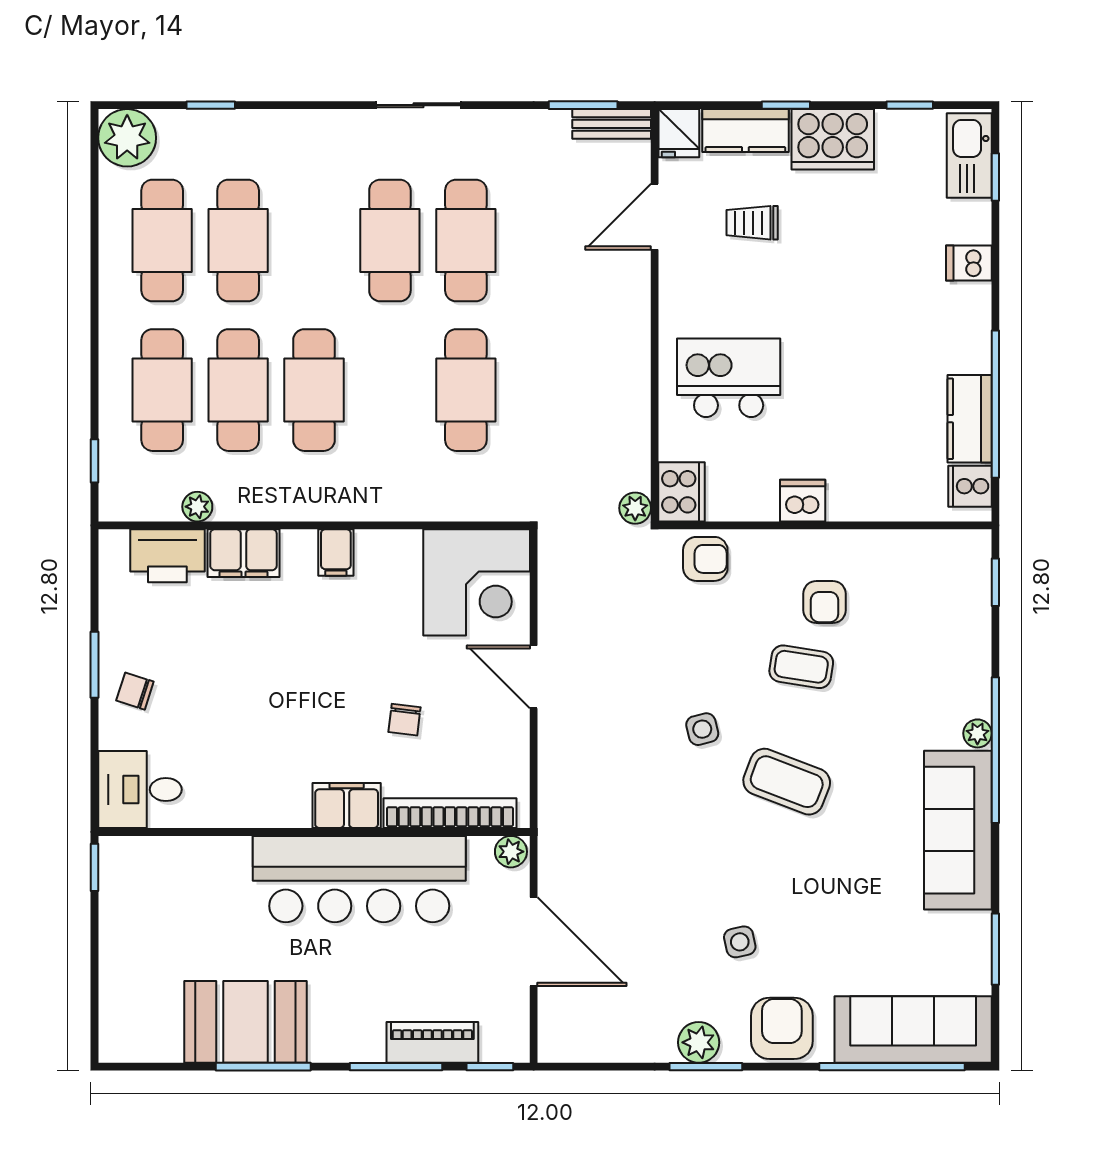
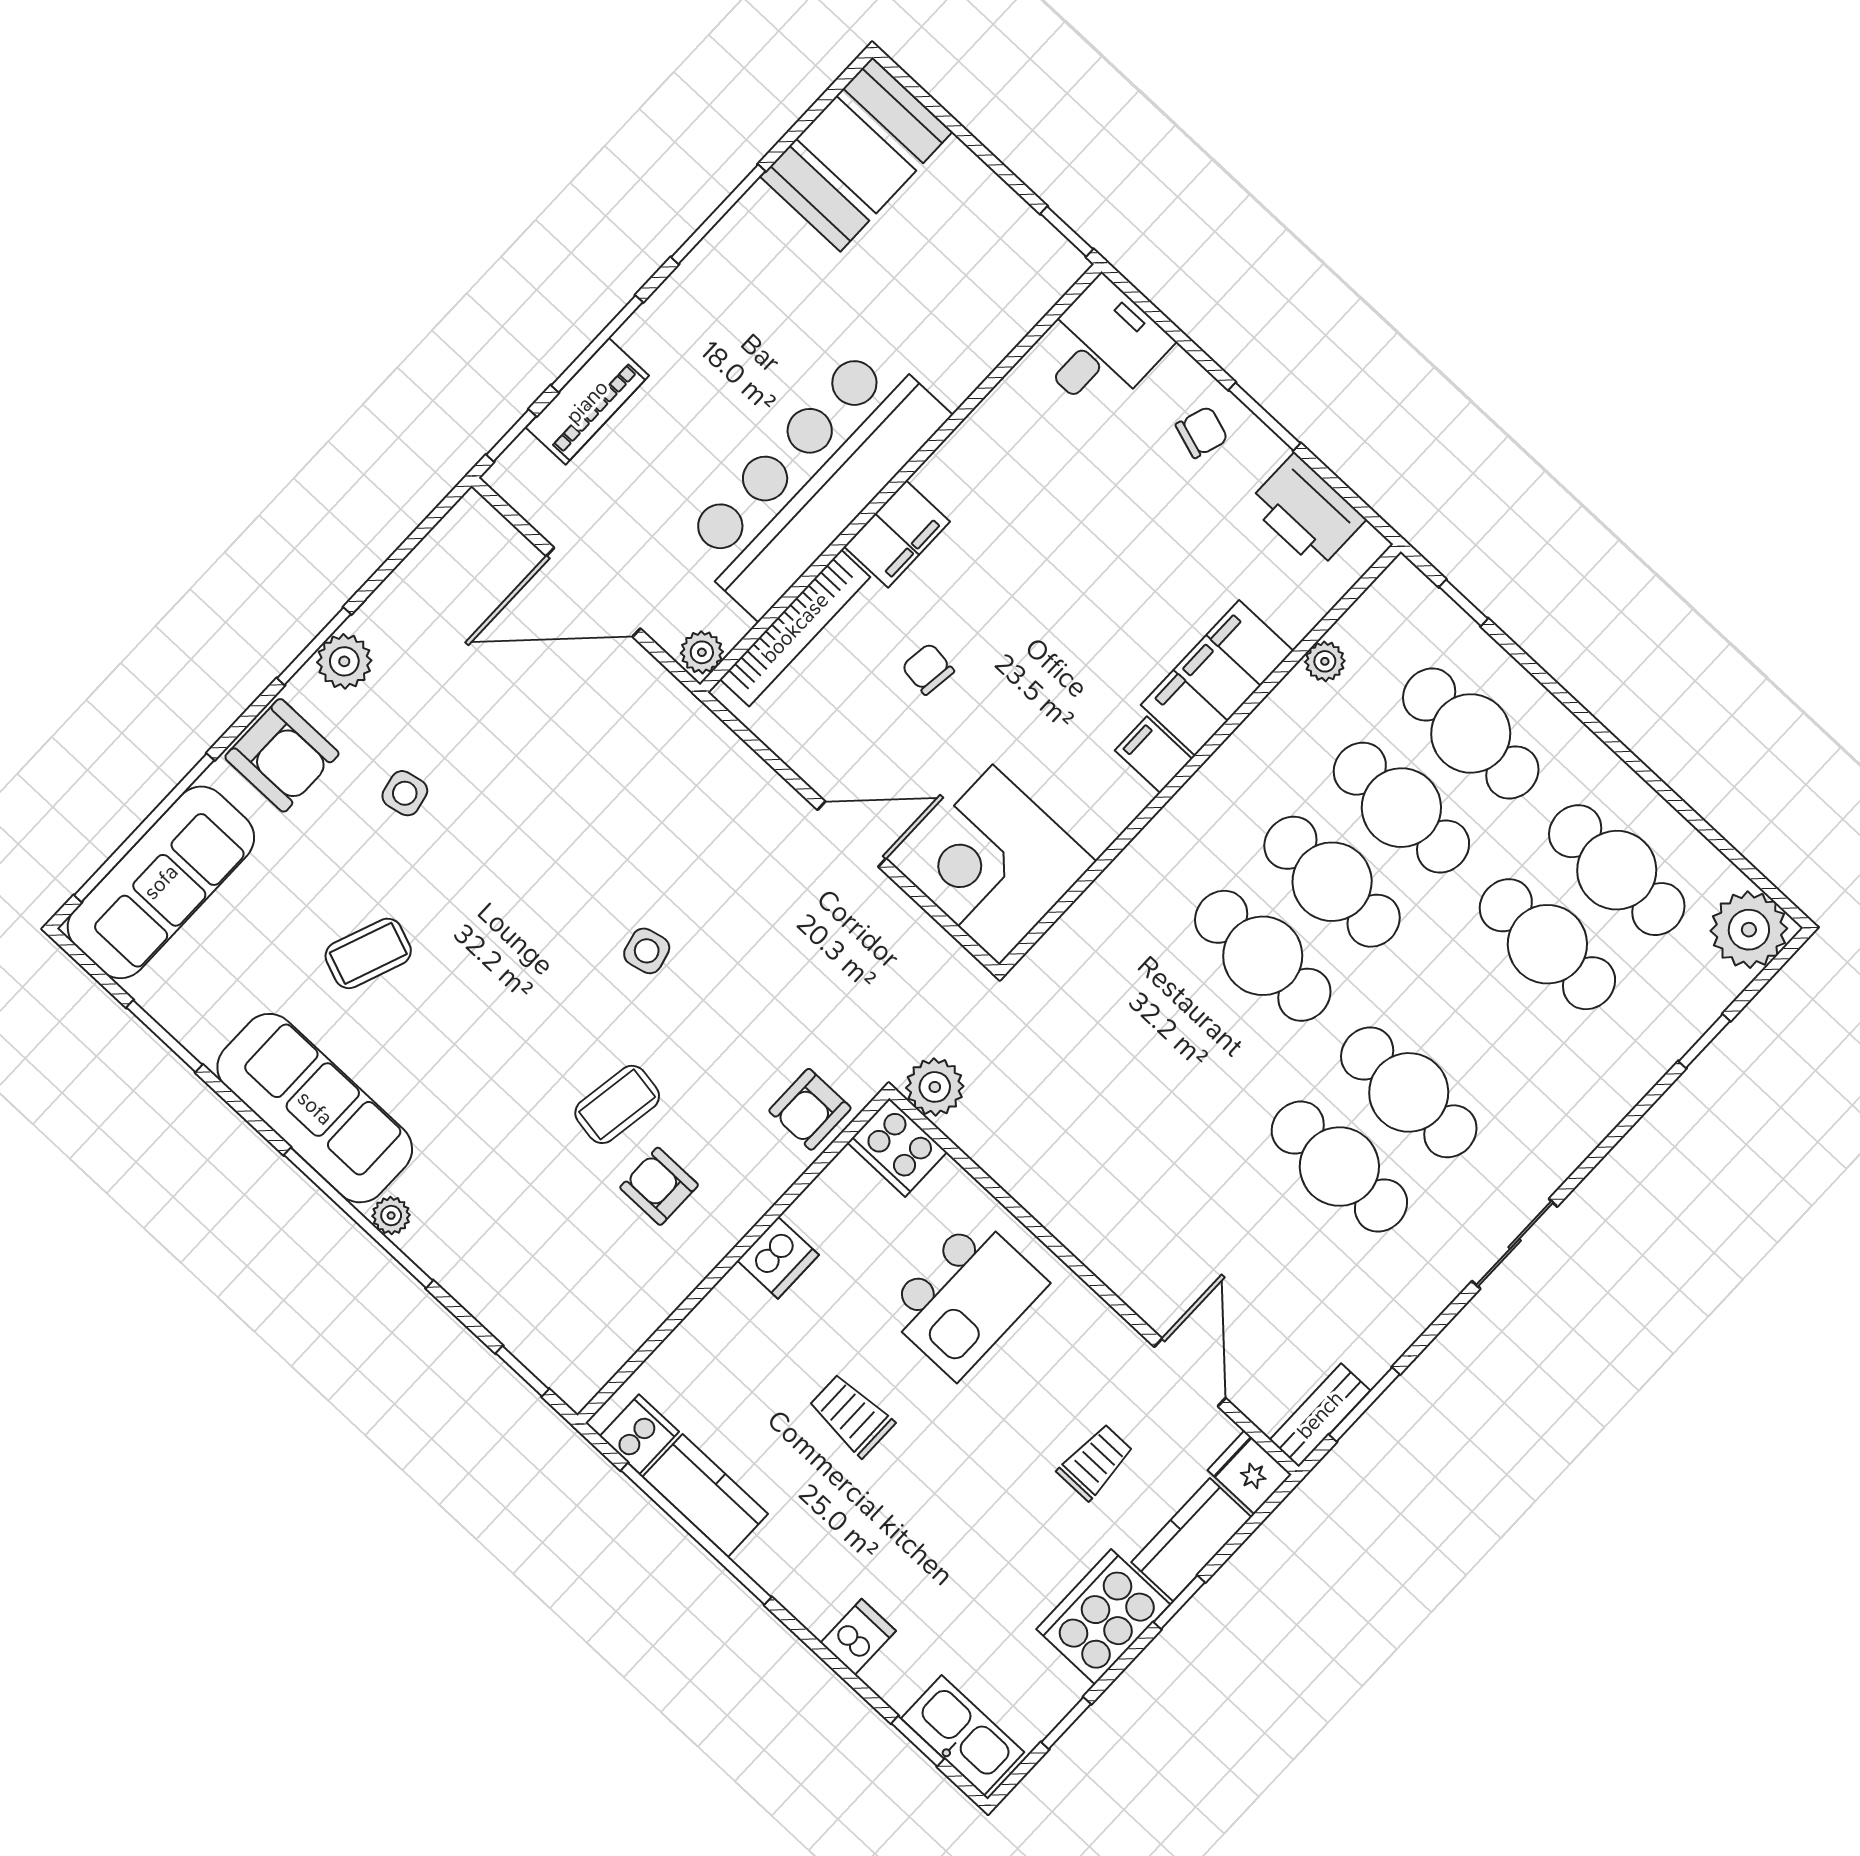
trolley: (851, 380) -> (851, 1415), added
cafe table: (466, 390) -> (1263, 956), moved
plant: (635, 508) -> (935, 1087), width x1.38, depth x1.38
filing cabinet: (243, 553) -> (1217, 678), width x1.50, depth x1.17
printer: (167, 556) -> (1306, 511), moved, turned -90
coffee table: (787, 782) -> (368, 953), moved, width x0.73, depth x0.77
booth: (246, 1022) -> (856, 155), moved

